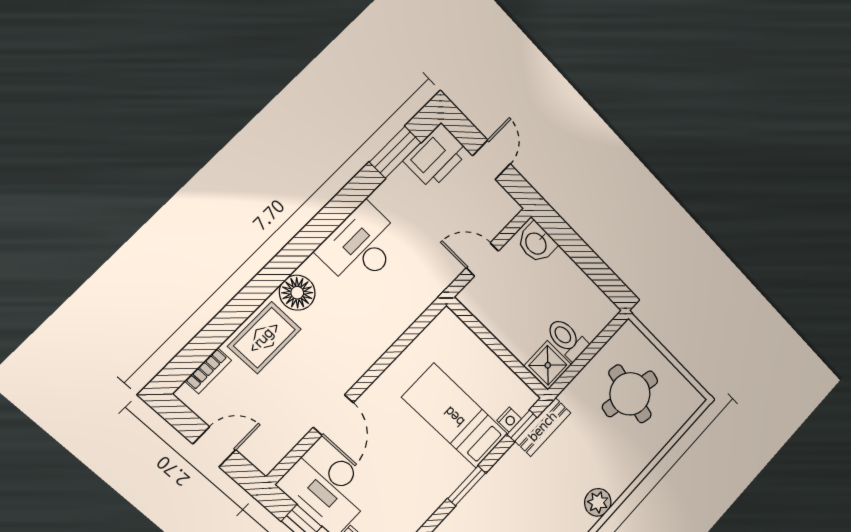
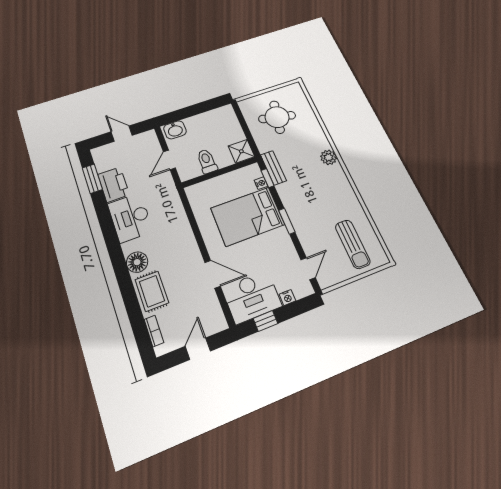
printer: (436, 156) -> (114, 185), moved
toilet: (567, 339) -> (207, 161), moved, turned 90
bed: (455, 416) -> (248, 216), width x1.50

